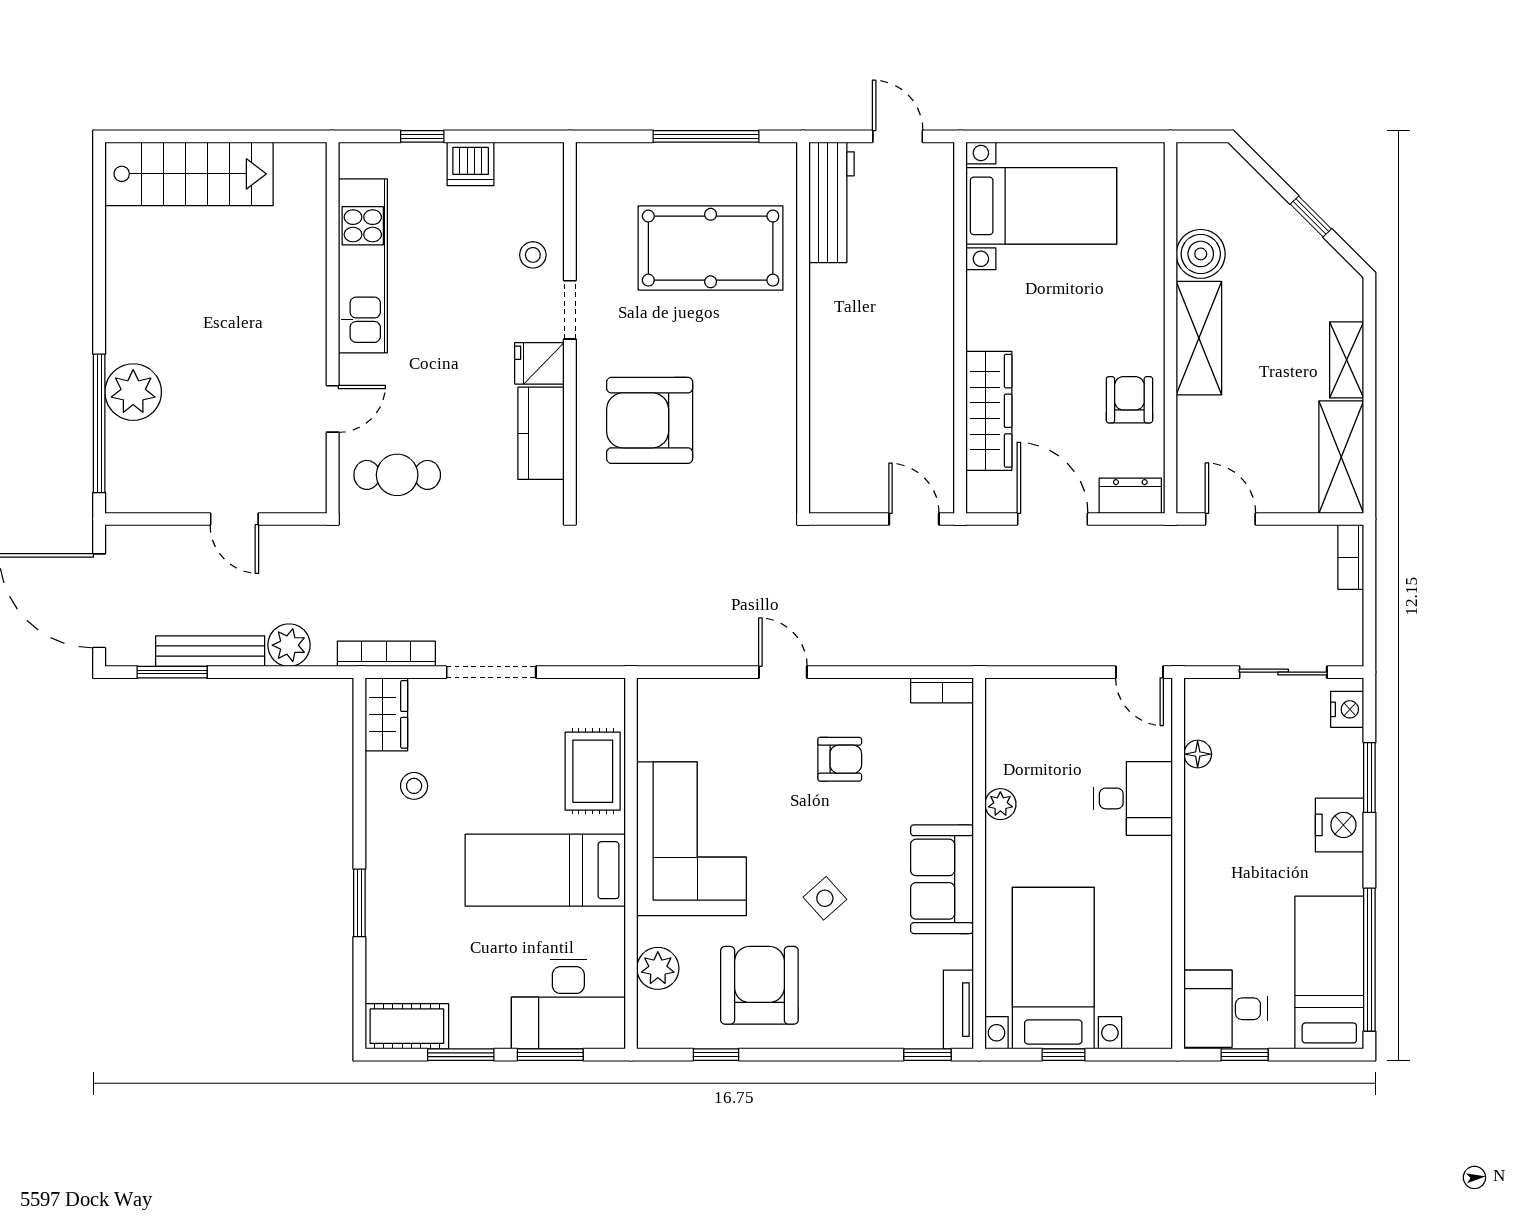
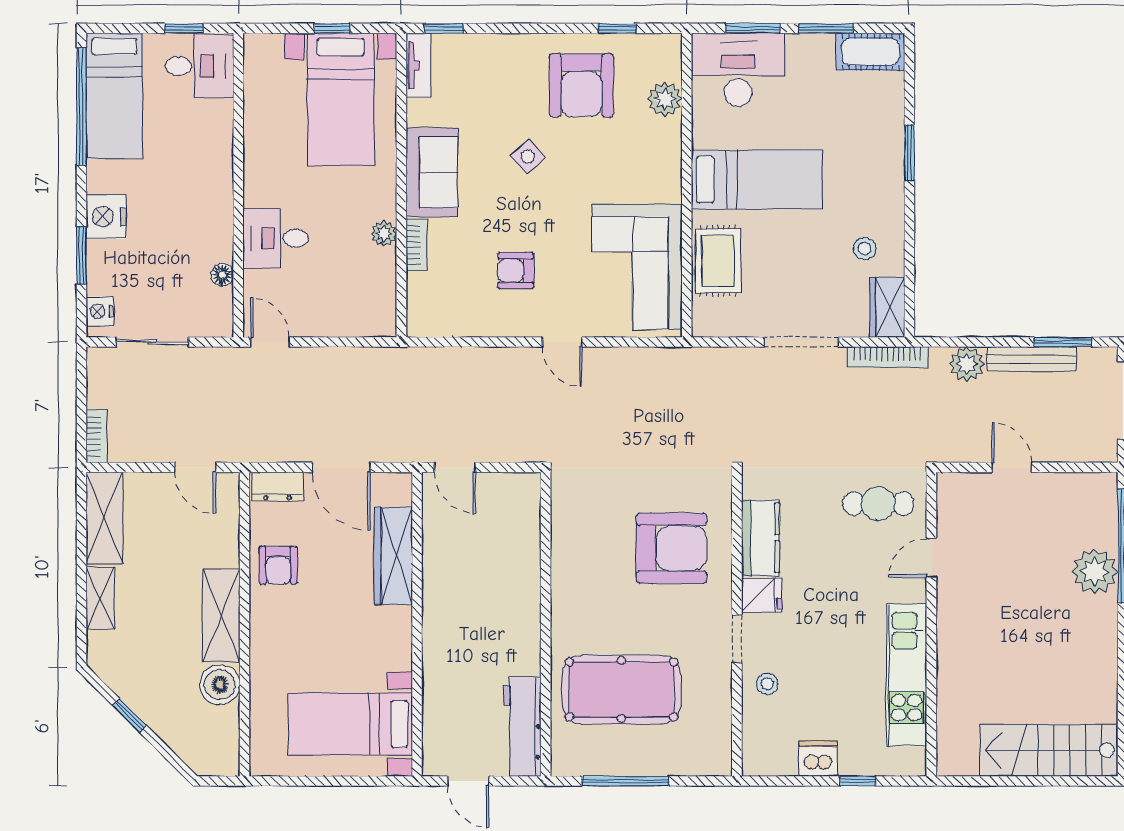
bookcase: (942, 690) -> (416, 245), moved, turned 90
corner sofa: (692, 839) -> (637, 267), moved

